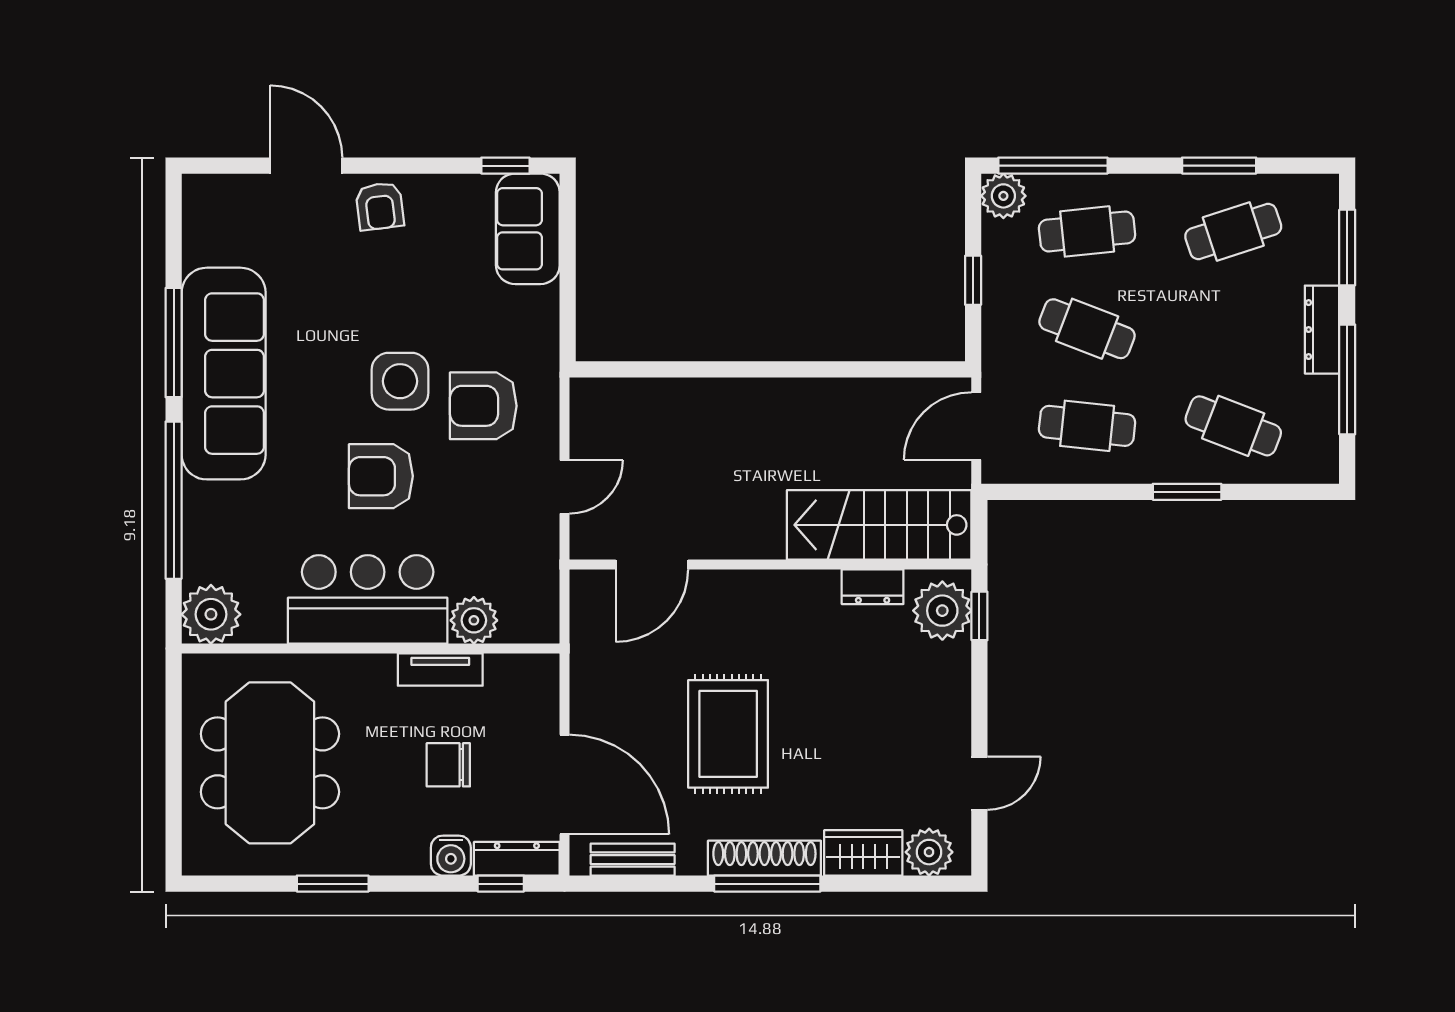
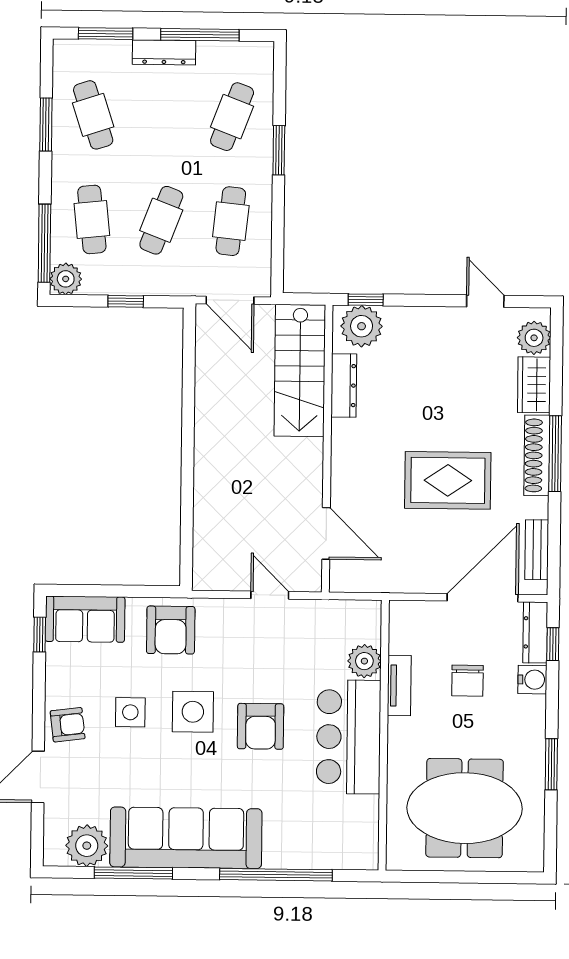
side table: (398, 294) -> (130, 712), added
window: (174, 343) -> (133, 873), moved
armchair: (483, 406) -> (171, 630), moved
dresser: (873, 587) -> (344, 385), width x1.44
plant: (211, 614) -> (87, 846), moved

